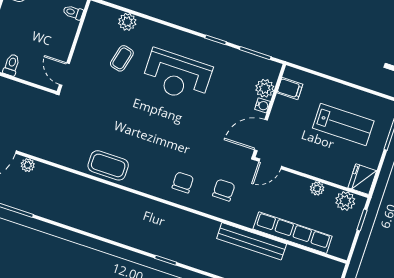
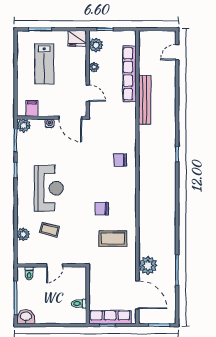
door: (64, 74) -> (55, 265), moved
plant: (265, 88) -> (24, 126), moved
lab bench: (343, 124) -> (44, 64), turned 180
door: (270, 164) -> (88, 93), moved
plant: (28, 165) -> (148, 265), width x1.87, depth x1.87
coffee table: (108, 165) -> (113, 238), moved, turned 90
chair: (224, 190) -> (102, 209), moved

